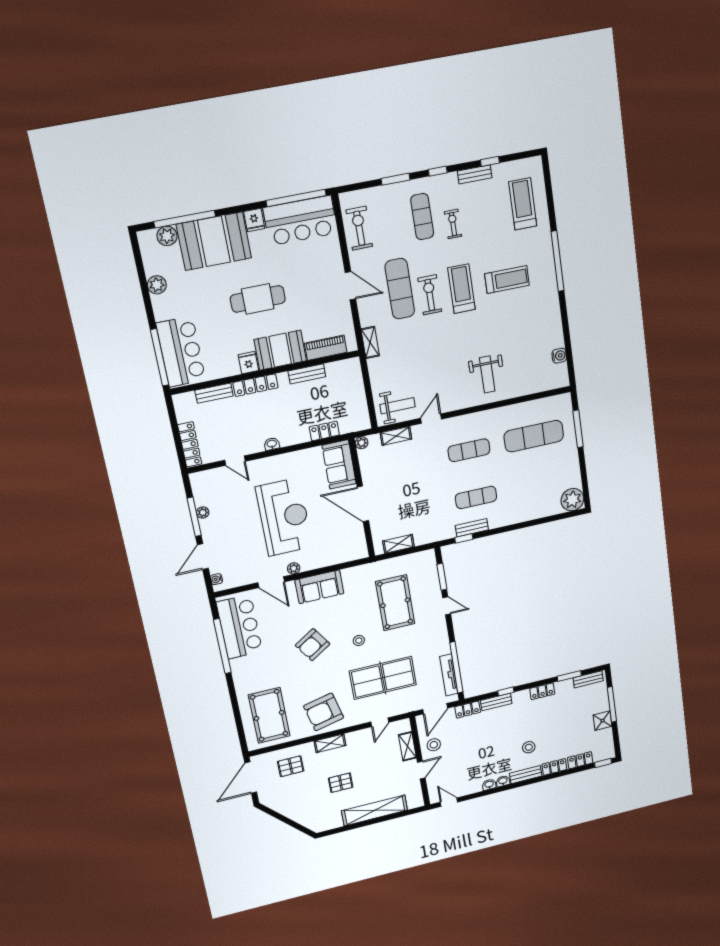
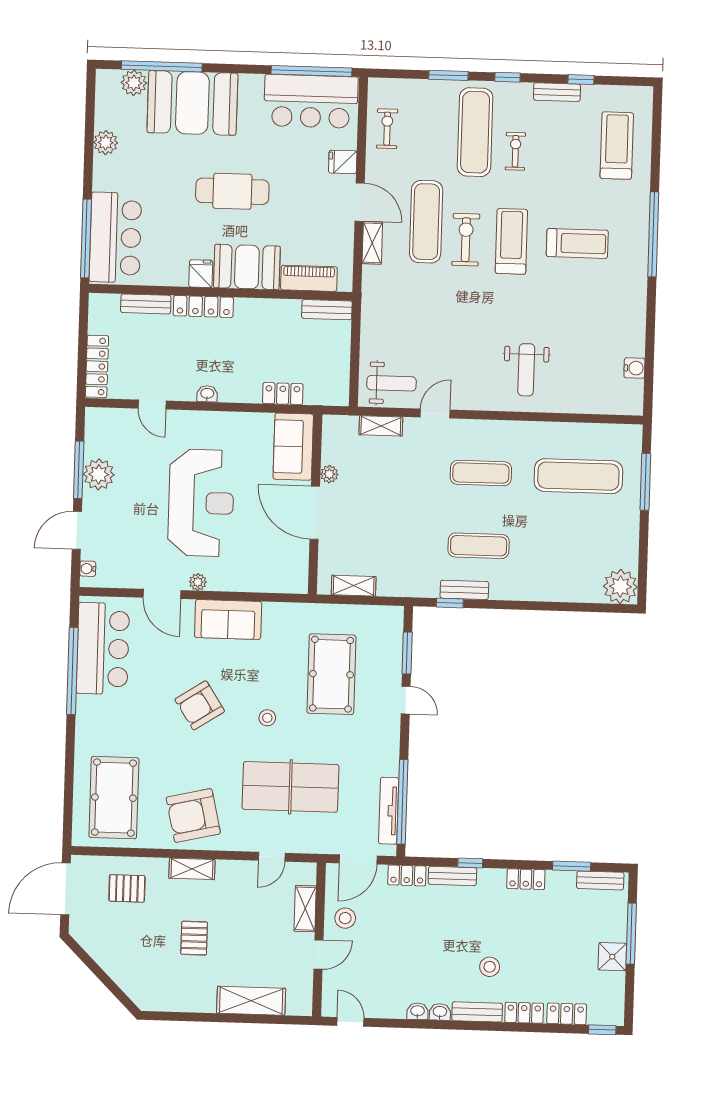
exercise mat: (422, 217) -> (475, 132), width x1.36, depth x1.45
fridge: (254, 220) -> (343, 162), moved, turned 90
exercise bike: (359, 228) -> (387, 129), width x0.73, depth x0.72
shelving: (370, 342) -> (372, 243), moved
bench: (307, 374) -> (327, 310), moved
plant: (362, 443) -> (329, 474), moved
plant: (203, 513) -> (99, 474), width x1.87, depth x1.87
pallet: (341, 783) -> (194, 938), turned 90
shelving: (375, 810) -> (251, 1001), width x0.68

